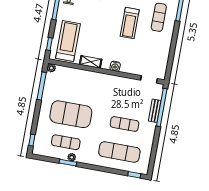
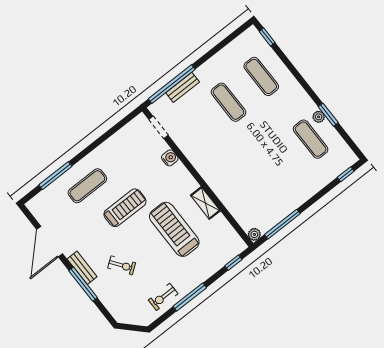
treadmill: (68, 41) -> (174, 229), moved, turned 90
water cooler: (115, 66) -> (170, 158), moved
exercise mat: (71, 114) -> (278, 165), removed
exercise mat: (119, 152) -> (261, 76), width x0.73, depth x0.69

